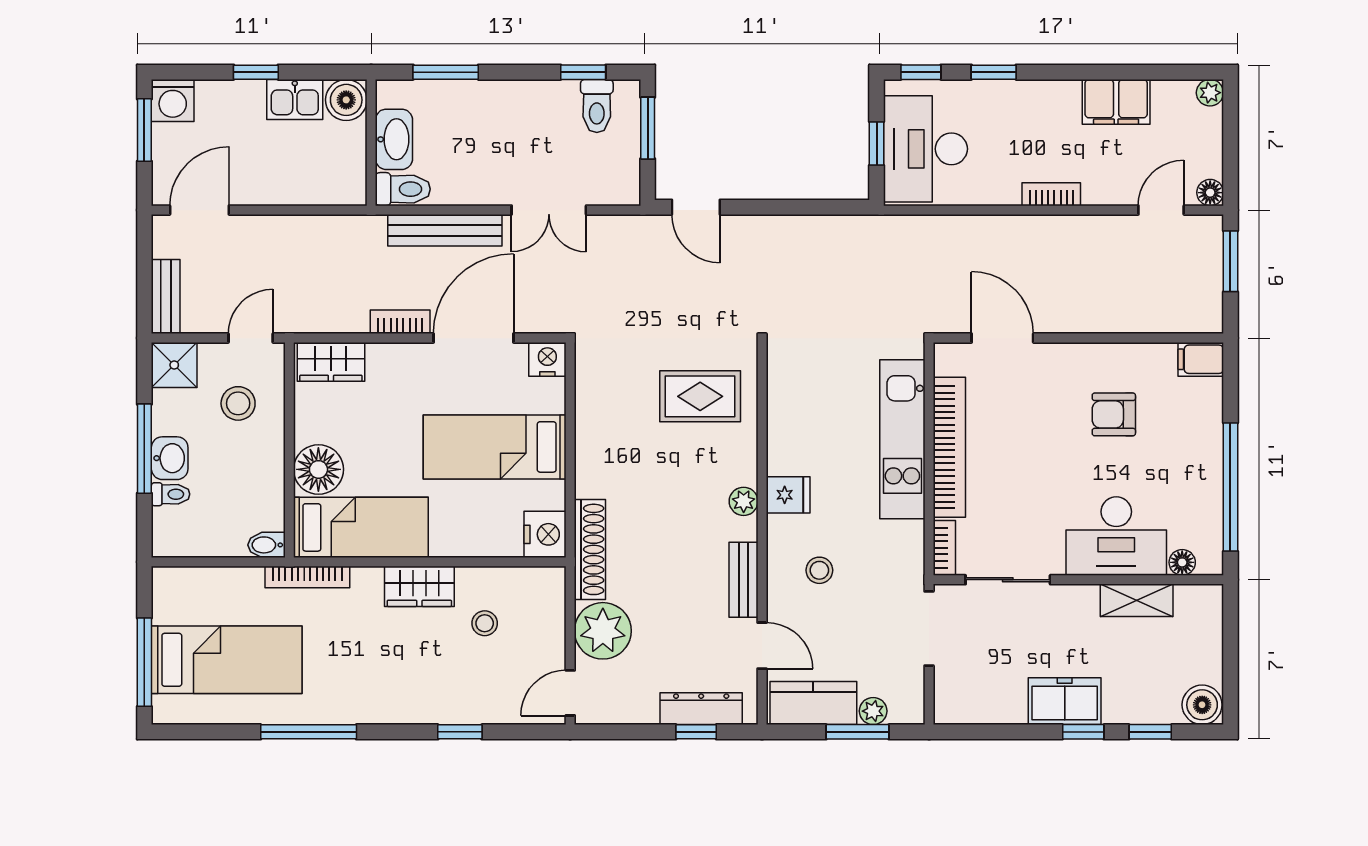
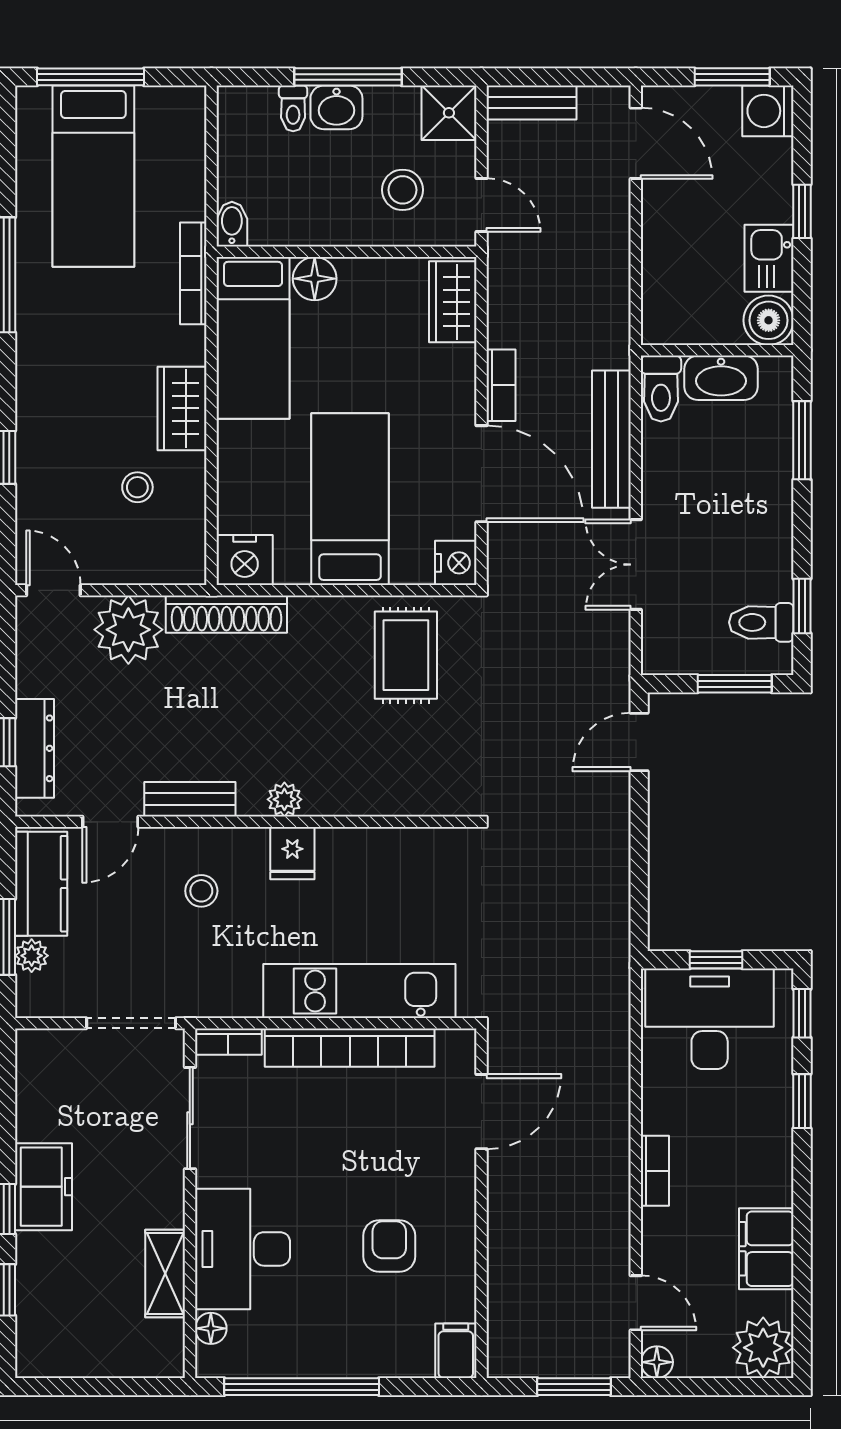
plant: (1210, 93) -> (763, 1348), width x1.88, depth x1.88
rug: (700, 396) -> (406, 655), moved
floor lamp: (318, 469) -> (315, 279), width x0.73, depth x0.73
boiler: (1202, 705) -> (39, 1352), removed

